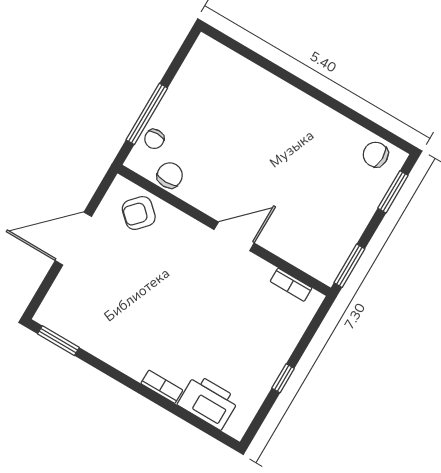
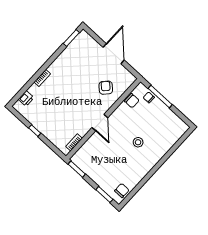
stool: (260, 141) -> (138, 142), added
armchair: (139, 213) -> (106, 88), moved
printer: (208, 402) -> (26, 98), width x0.53, depth x0.68

